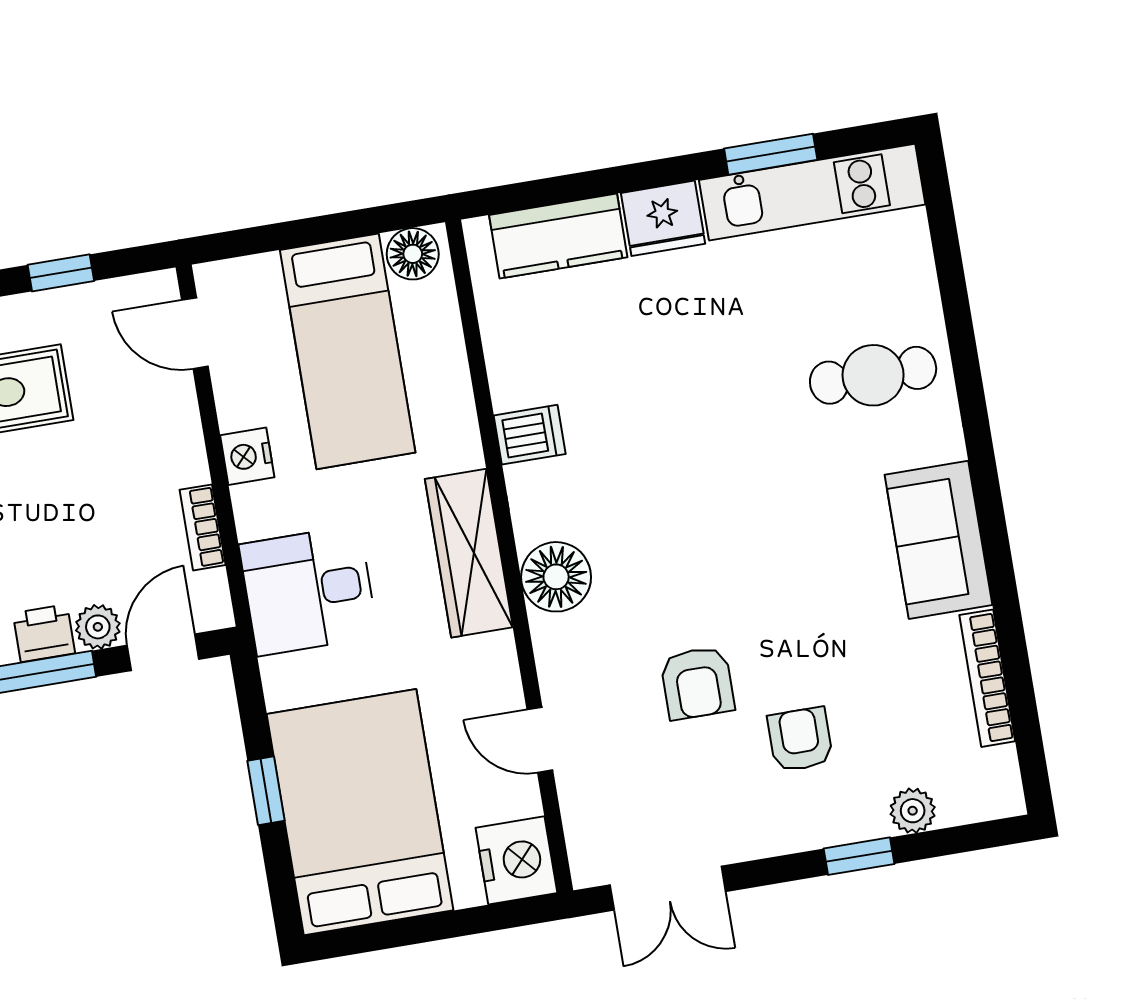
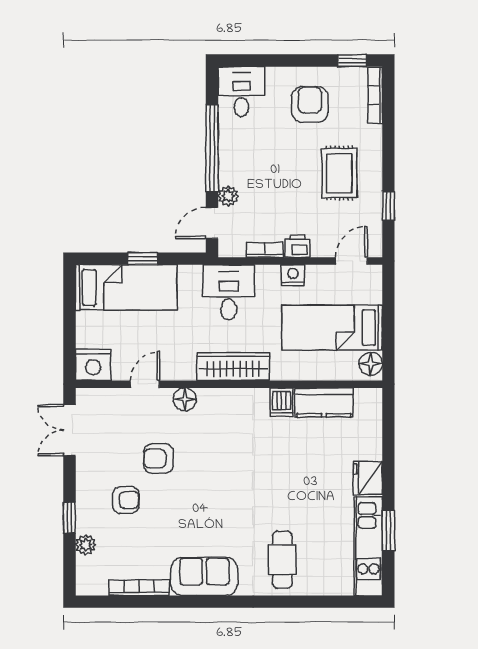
kitchen counter: (558, 236) -> (324, 402), moved, turned -90
floor lamp: (556, 577) -> (185, 399), moved, width x0.73, depth x0.73
printer: (44, 633) -> (297, 246), moved, turned -90
door: (163, 652) -> (212, 223), swing flipped
bed: (360, 812) -> (126, 287), width x0.67

